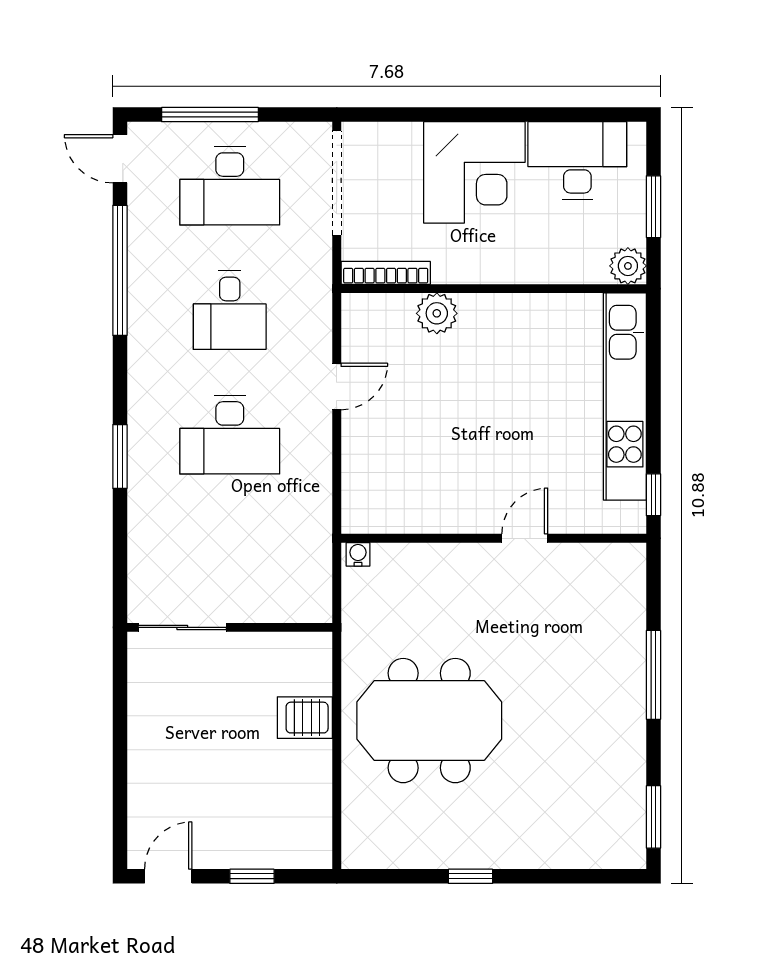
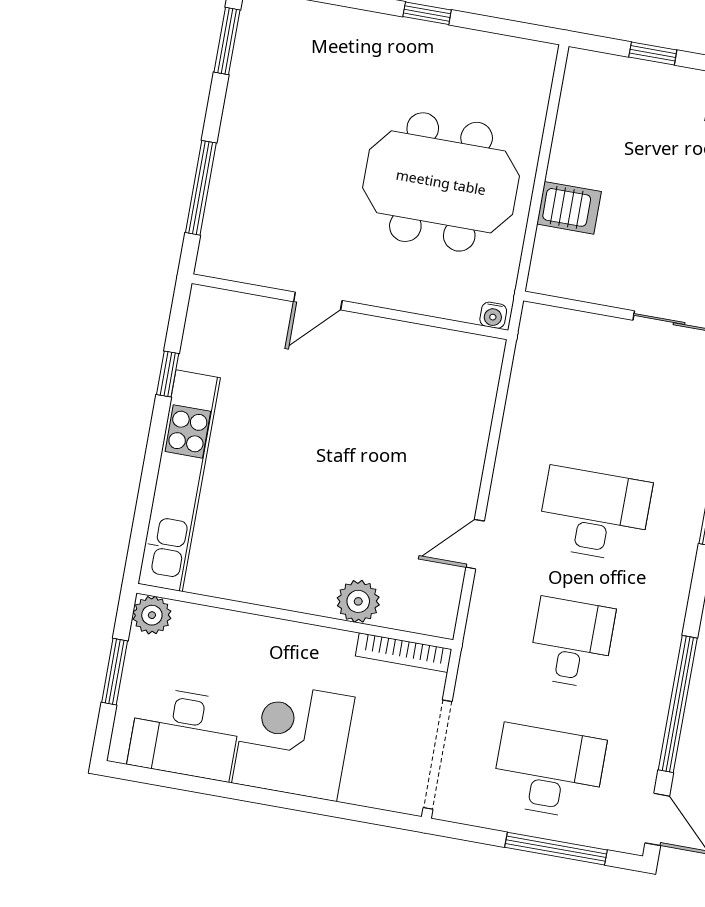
wall: (494, 538) -> (350, 307), moved
door: (525, 538) -> (318, 301), moved
water cooler: (358, 554) -> (493, 315), moved

